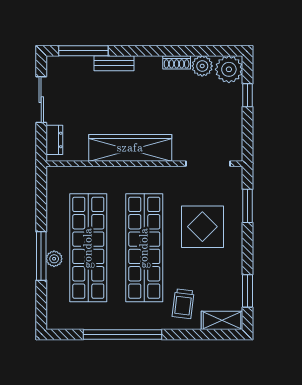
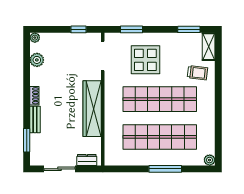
window: (83, 51) -> (27, 140), width x0.69
shoe rack: (177, 62) -> (34, 96), moved
plant: (229, 69) -> (35, 38), width x0.53, depth x0.53
window: (247, 95) -> (79, 29), moved
plant: (54, 259) -> (210, 160), moved
window: (123, 334) -> (218, 114), removed

